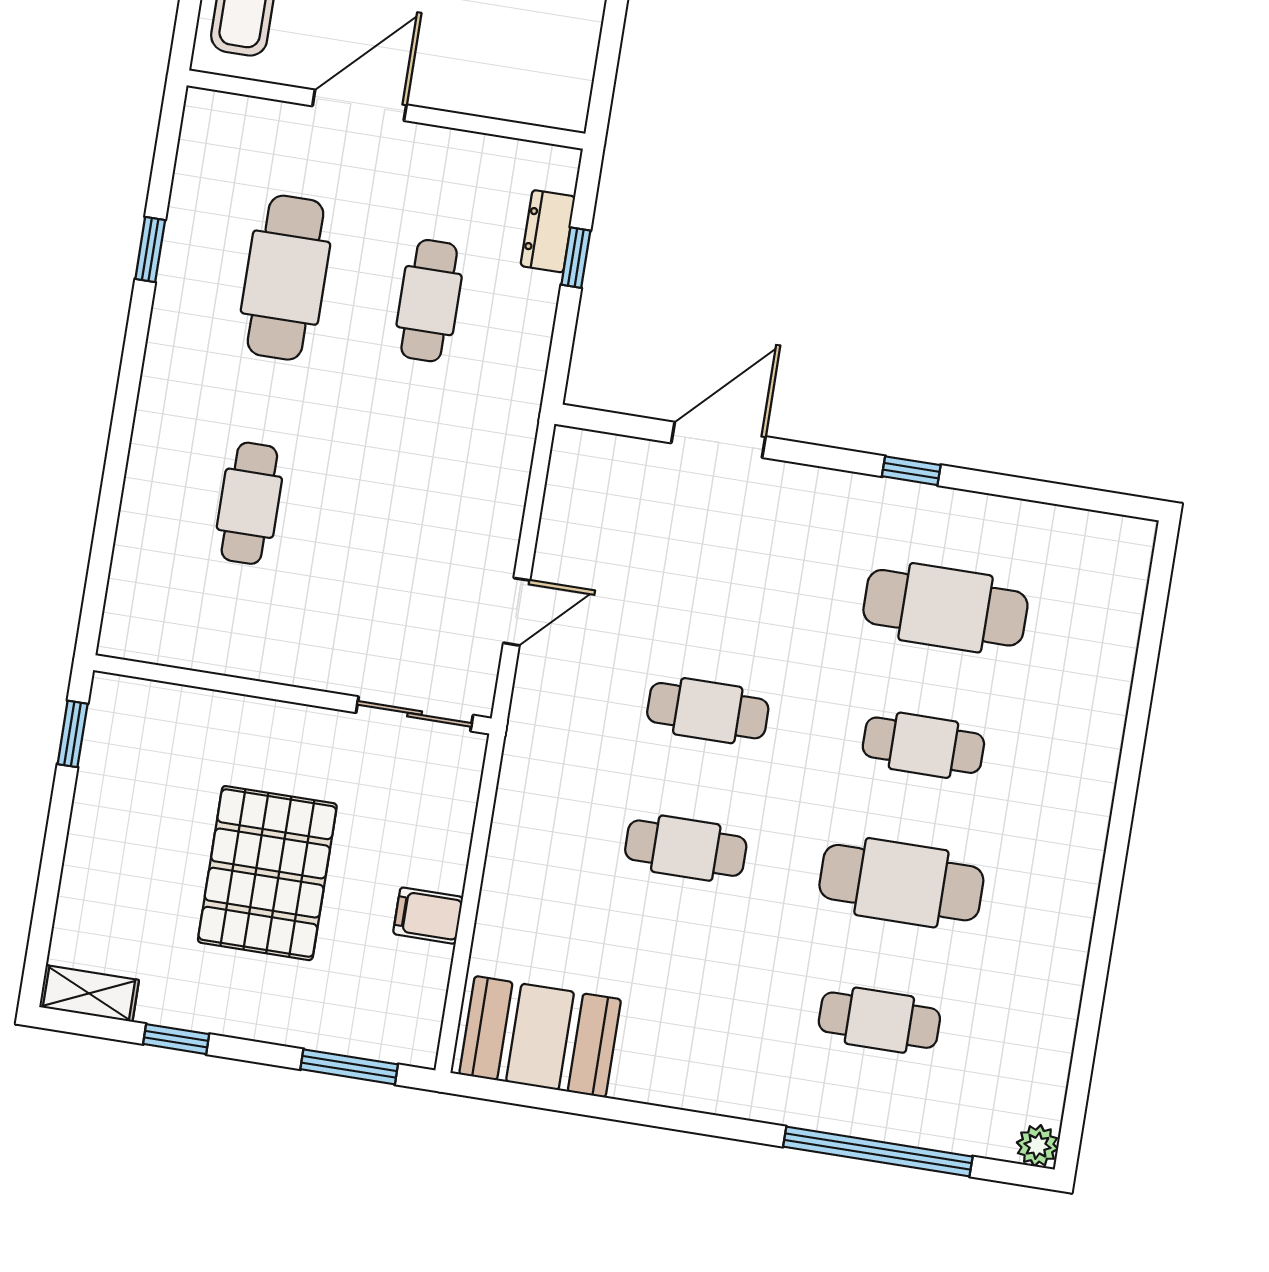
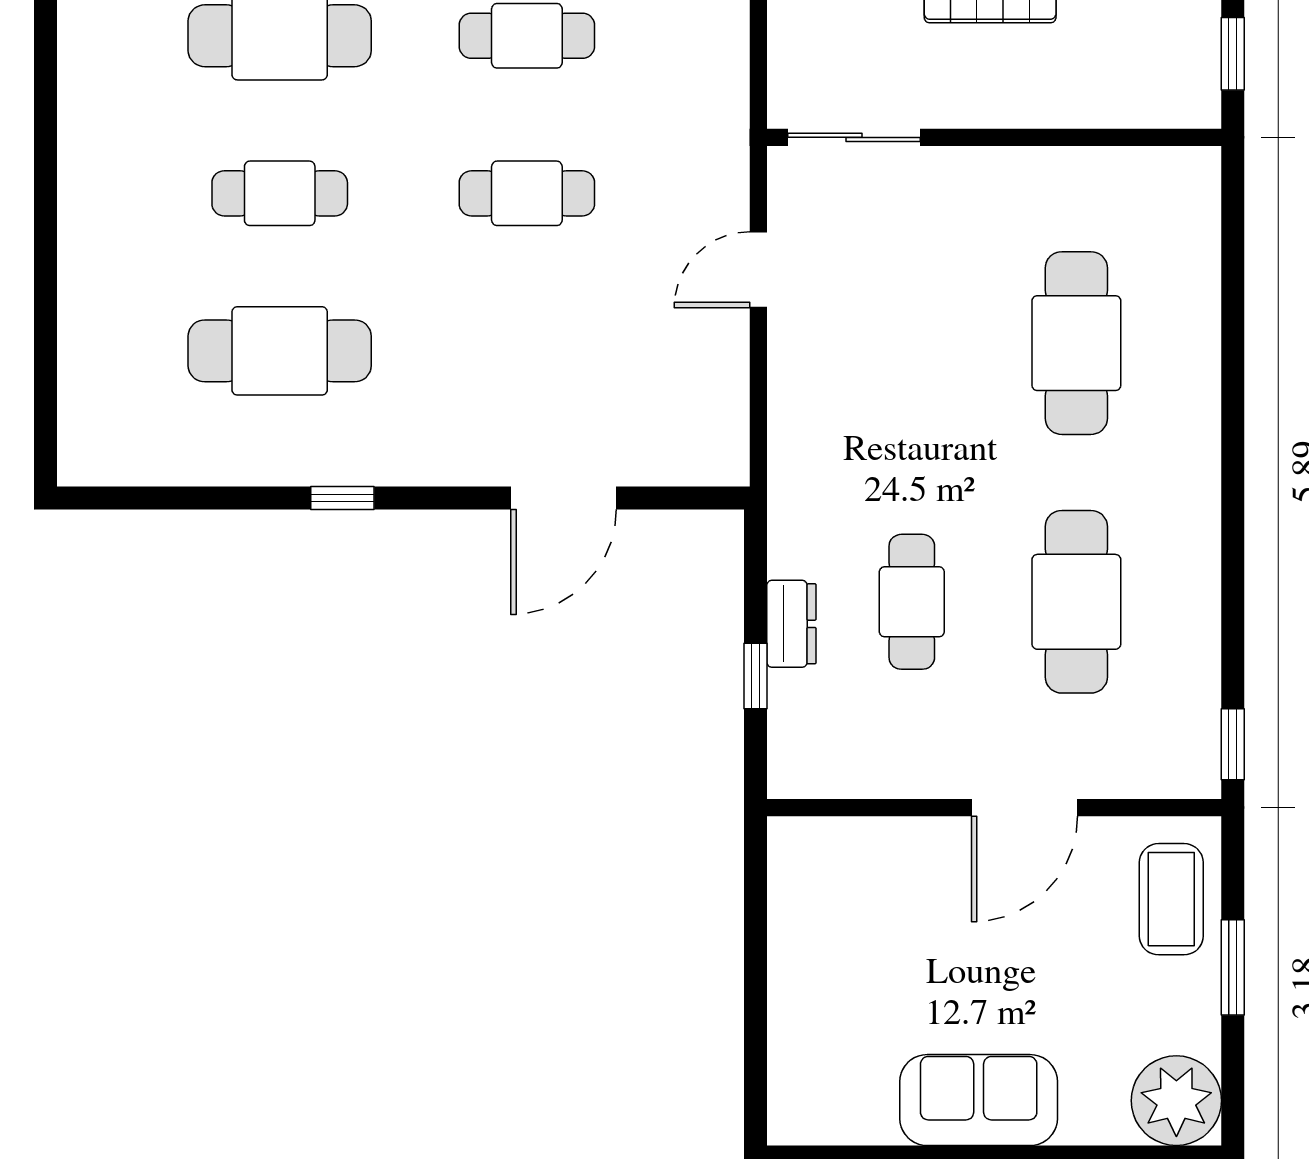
dresser: (548, 231) -> (791, 624), moved
window: (150, 250) -> (1233, 744), moved
cafe table: (249, 503) -> (1076, 343), width x1.37, depth x1.35

